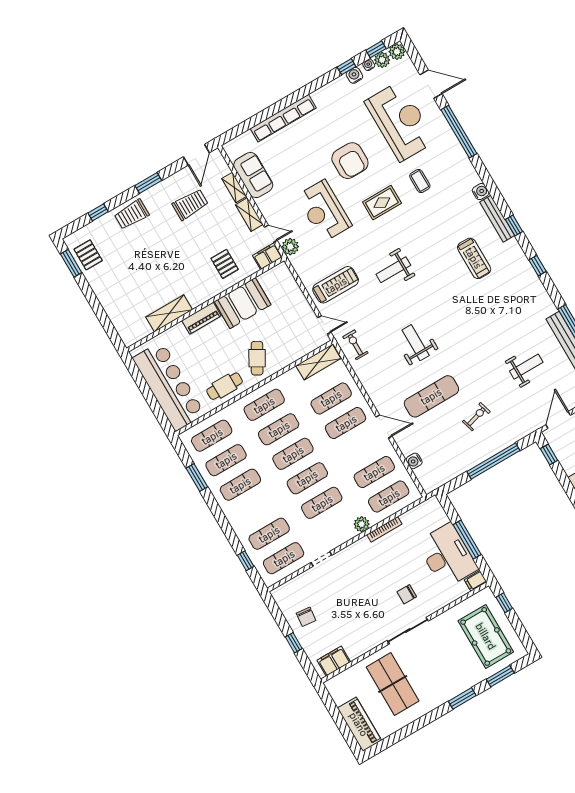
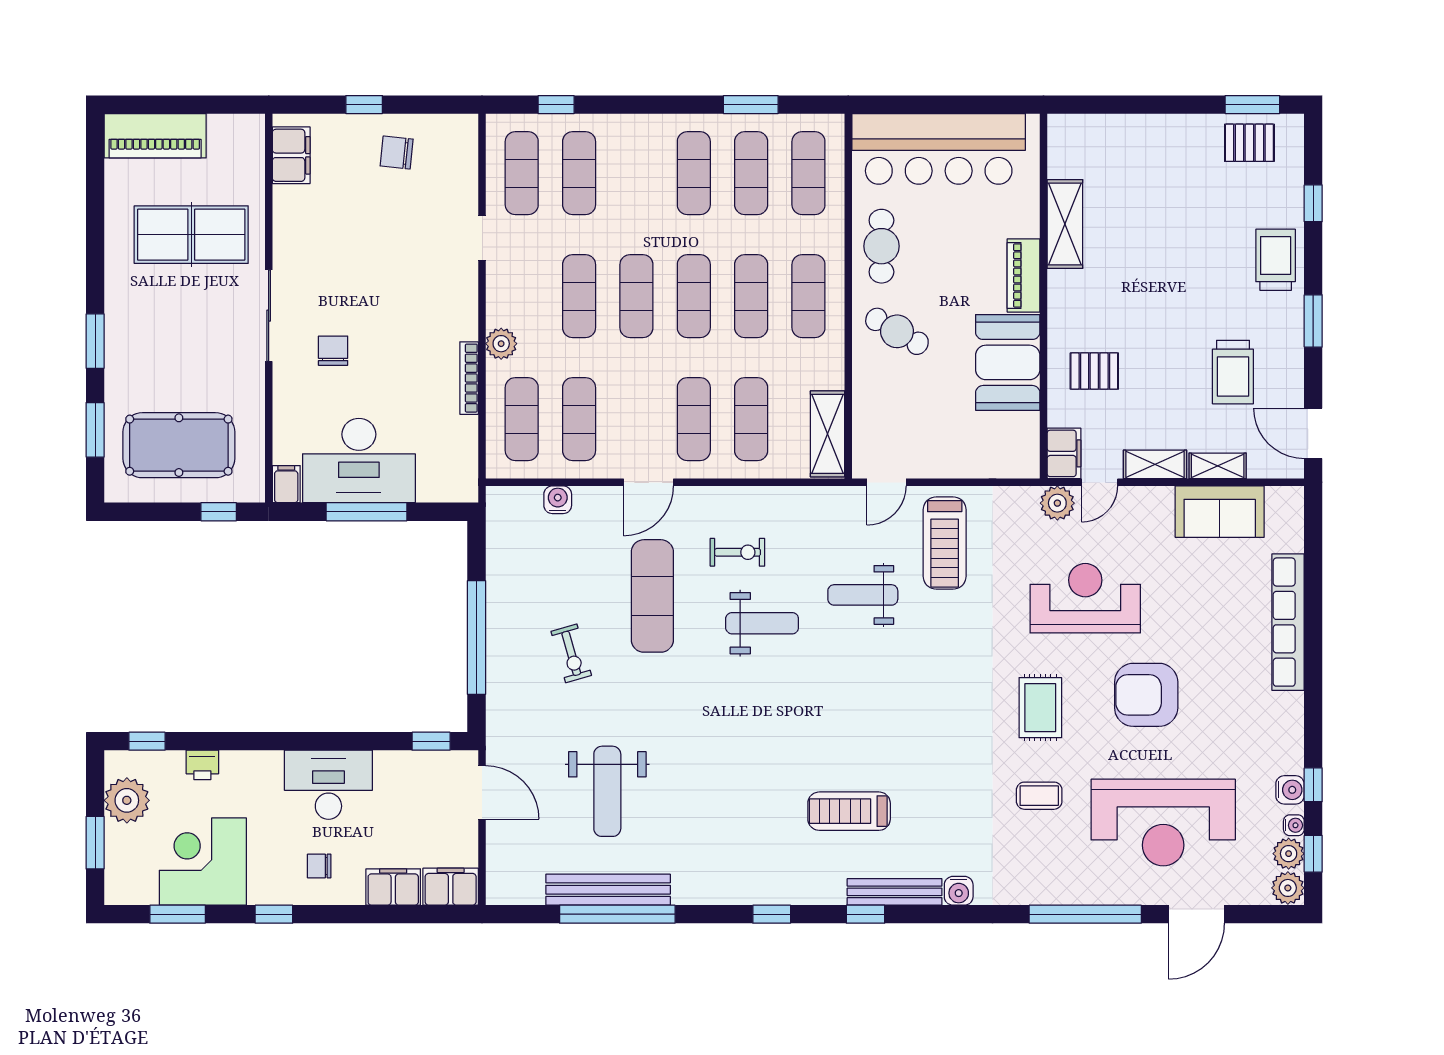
weight bench: (393, 270) -> (863, 595), moved, turned -90
exercise bike: (355, 345) -> (737, 552), moved
weight bench: (526, 367) -> (607, 791), width x1.36, depth x1.33

